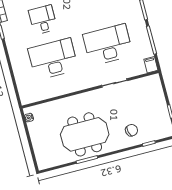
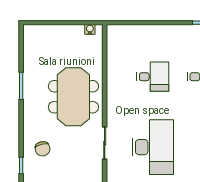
desk: (53, 59) -> (153, 77), width x0.53, depth x0.77
meeting table: (85, 134) -> (73, 97), moved

